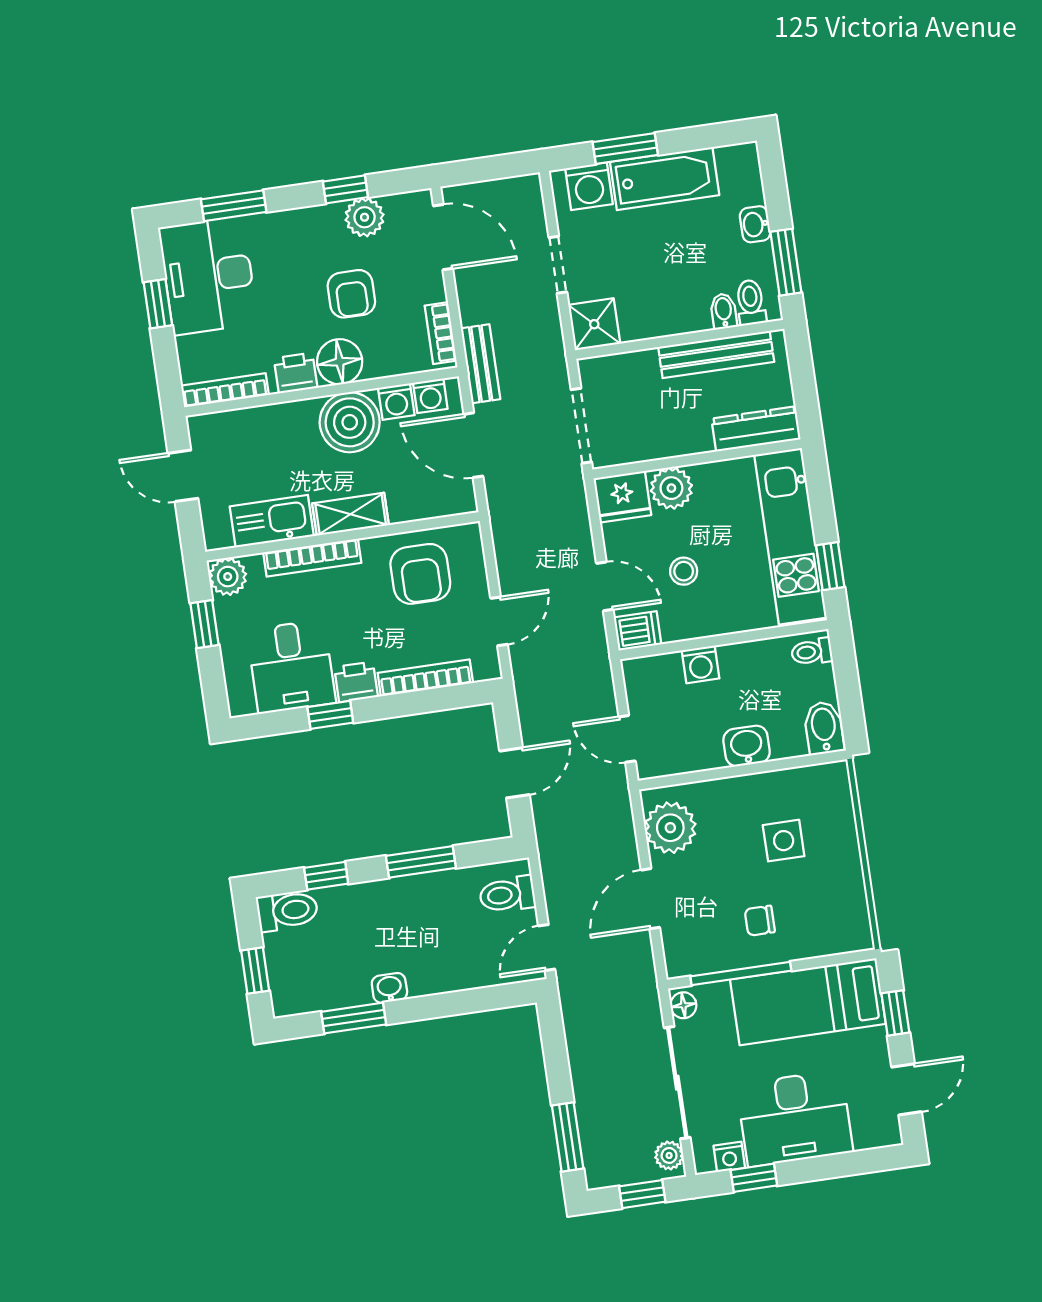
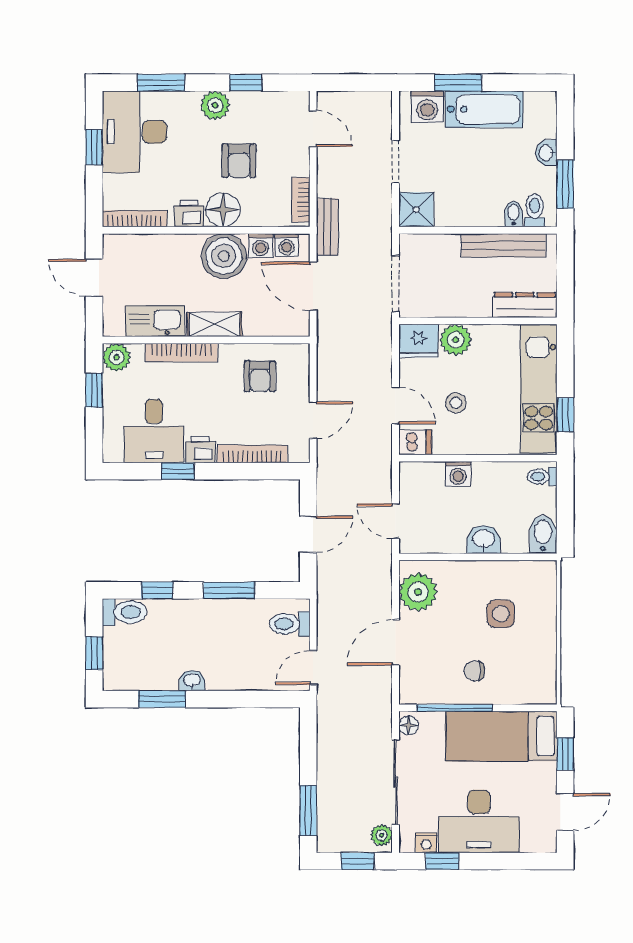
plant: (365, 217) -> (215, 105), moved
door: (443, 237) -> (313, 129), width x0.73
armchair: (420, 574) -> (260, 376), width x0.72, depth x0.72

